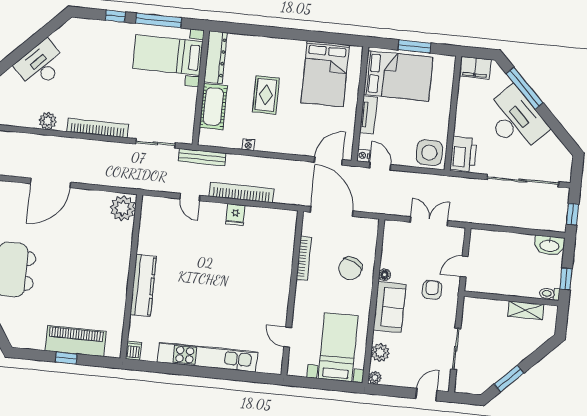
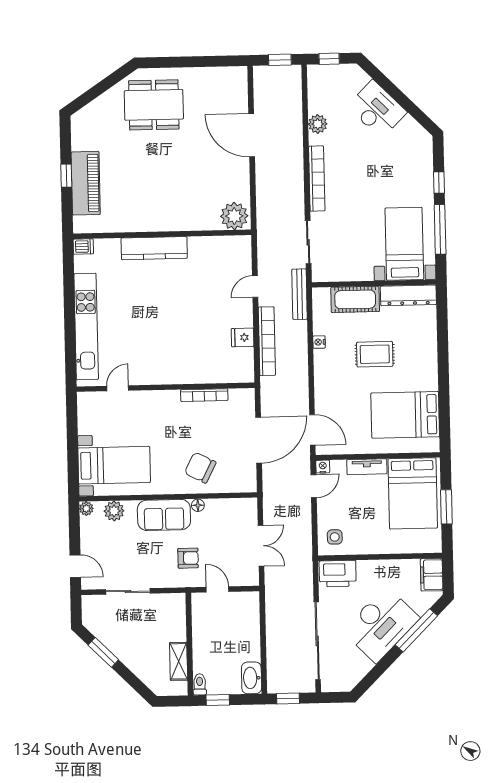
side table: (429, 153) -> (335, 537), width x0.54, depth x0.54
bookcase: (304, 258) -> (204, 395), moved
wall: (292, 293) -> (166, 387), moved
door: (288, 337) -> (118, 388), moved

